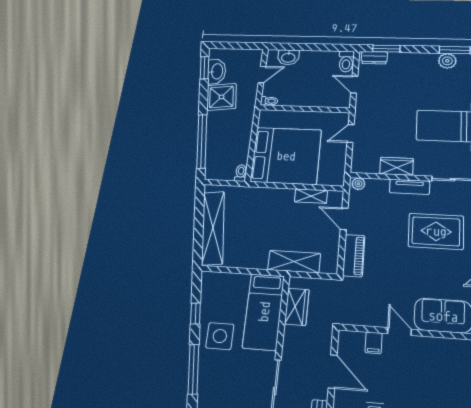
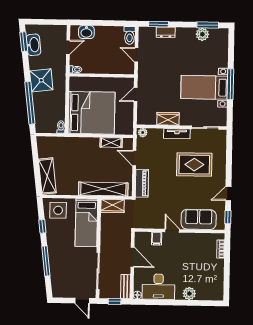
dresser: (374, 58) -> (166, 32), moved
shower: (221, 97) -> (41, 80), moved
shelving: (213, 228) -> (47, 176), width x0.68
shelving: (294, 262) -> (103, 189), width x1.47
wardrobe: (297, 307) -> (113, 206), moved, turned 90
side table: (220, 336) -> (58, 210), moved

